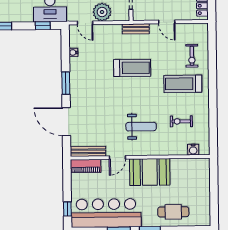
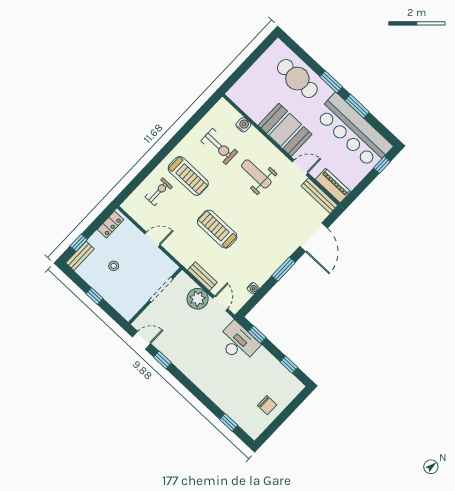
door: (167, 22) -> (152, 239), hinge flipped
bench: (136, 29) -> (202, 276), moved
exercise bike: (181, 121) -> (219, 146), width x1.38, depth x1.39
water cooler: (193, 150) -> (243, 125), moved
cafe table: (173, 212) -> (297, 79), width x1.37, depth x1.35

